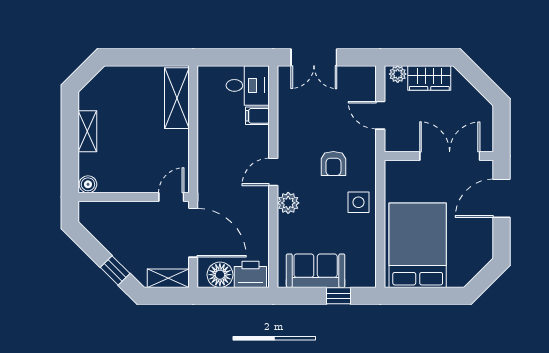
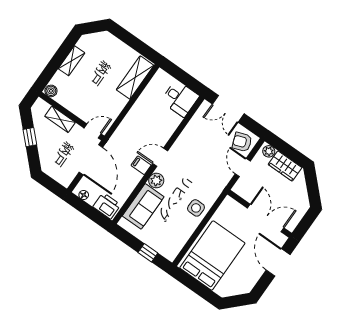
filing cabinet: (257, 116) -> (141, 165), moved
armchair: (333, 163) -> (242, 142), moved, turned 70
door: (502, 198) -> (278, 262), hinge flipped
window: (115, 270) -> (30, 137), moved
sofa: (316, 271) -> (143, 206), moved, turned 90
floor lamp: (220, 275) -> (84, 195), width x0.53, depth x0.53
shelving: (168, 278) -> (60, 119), moved

